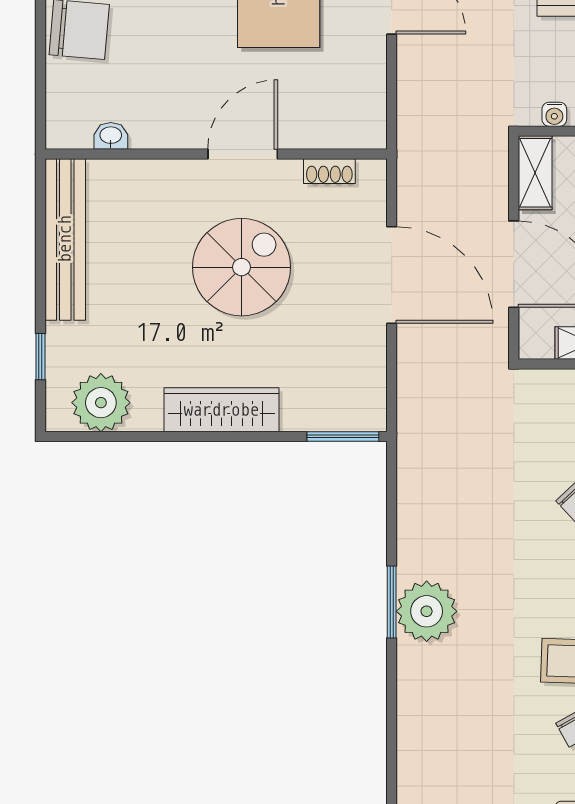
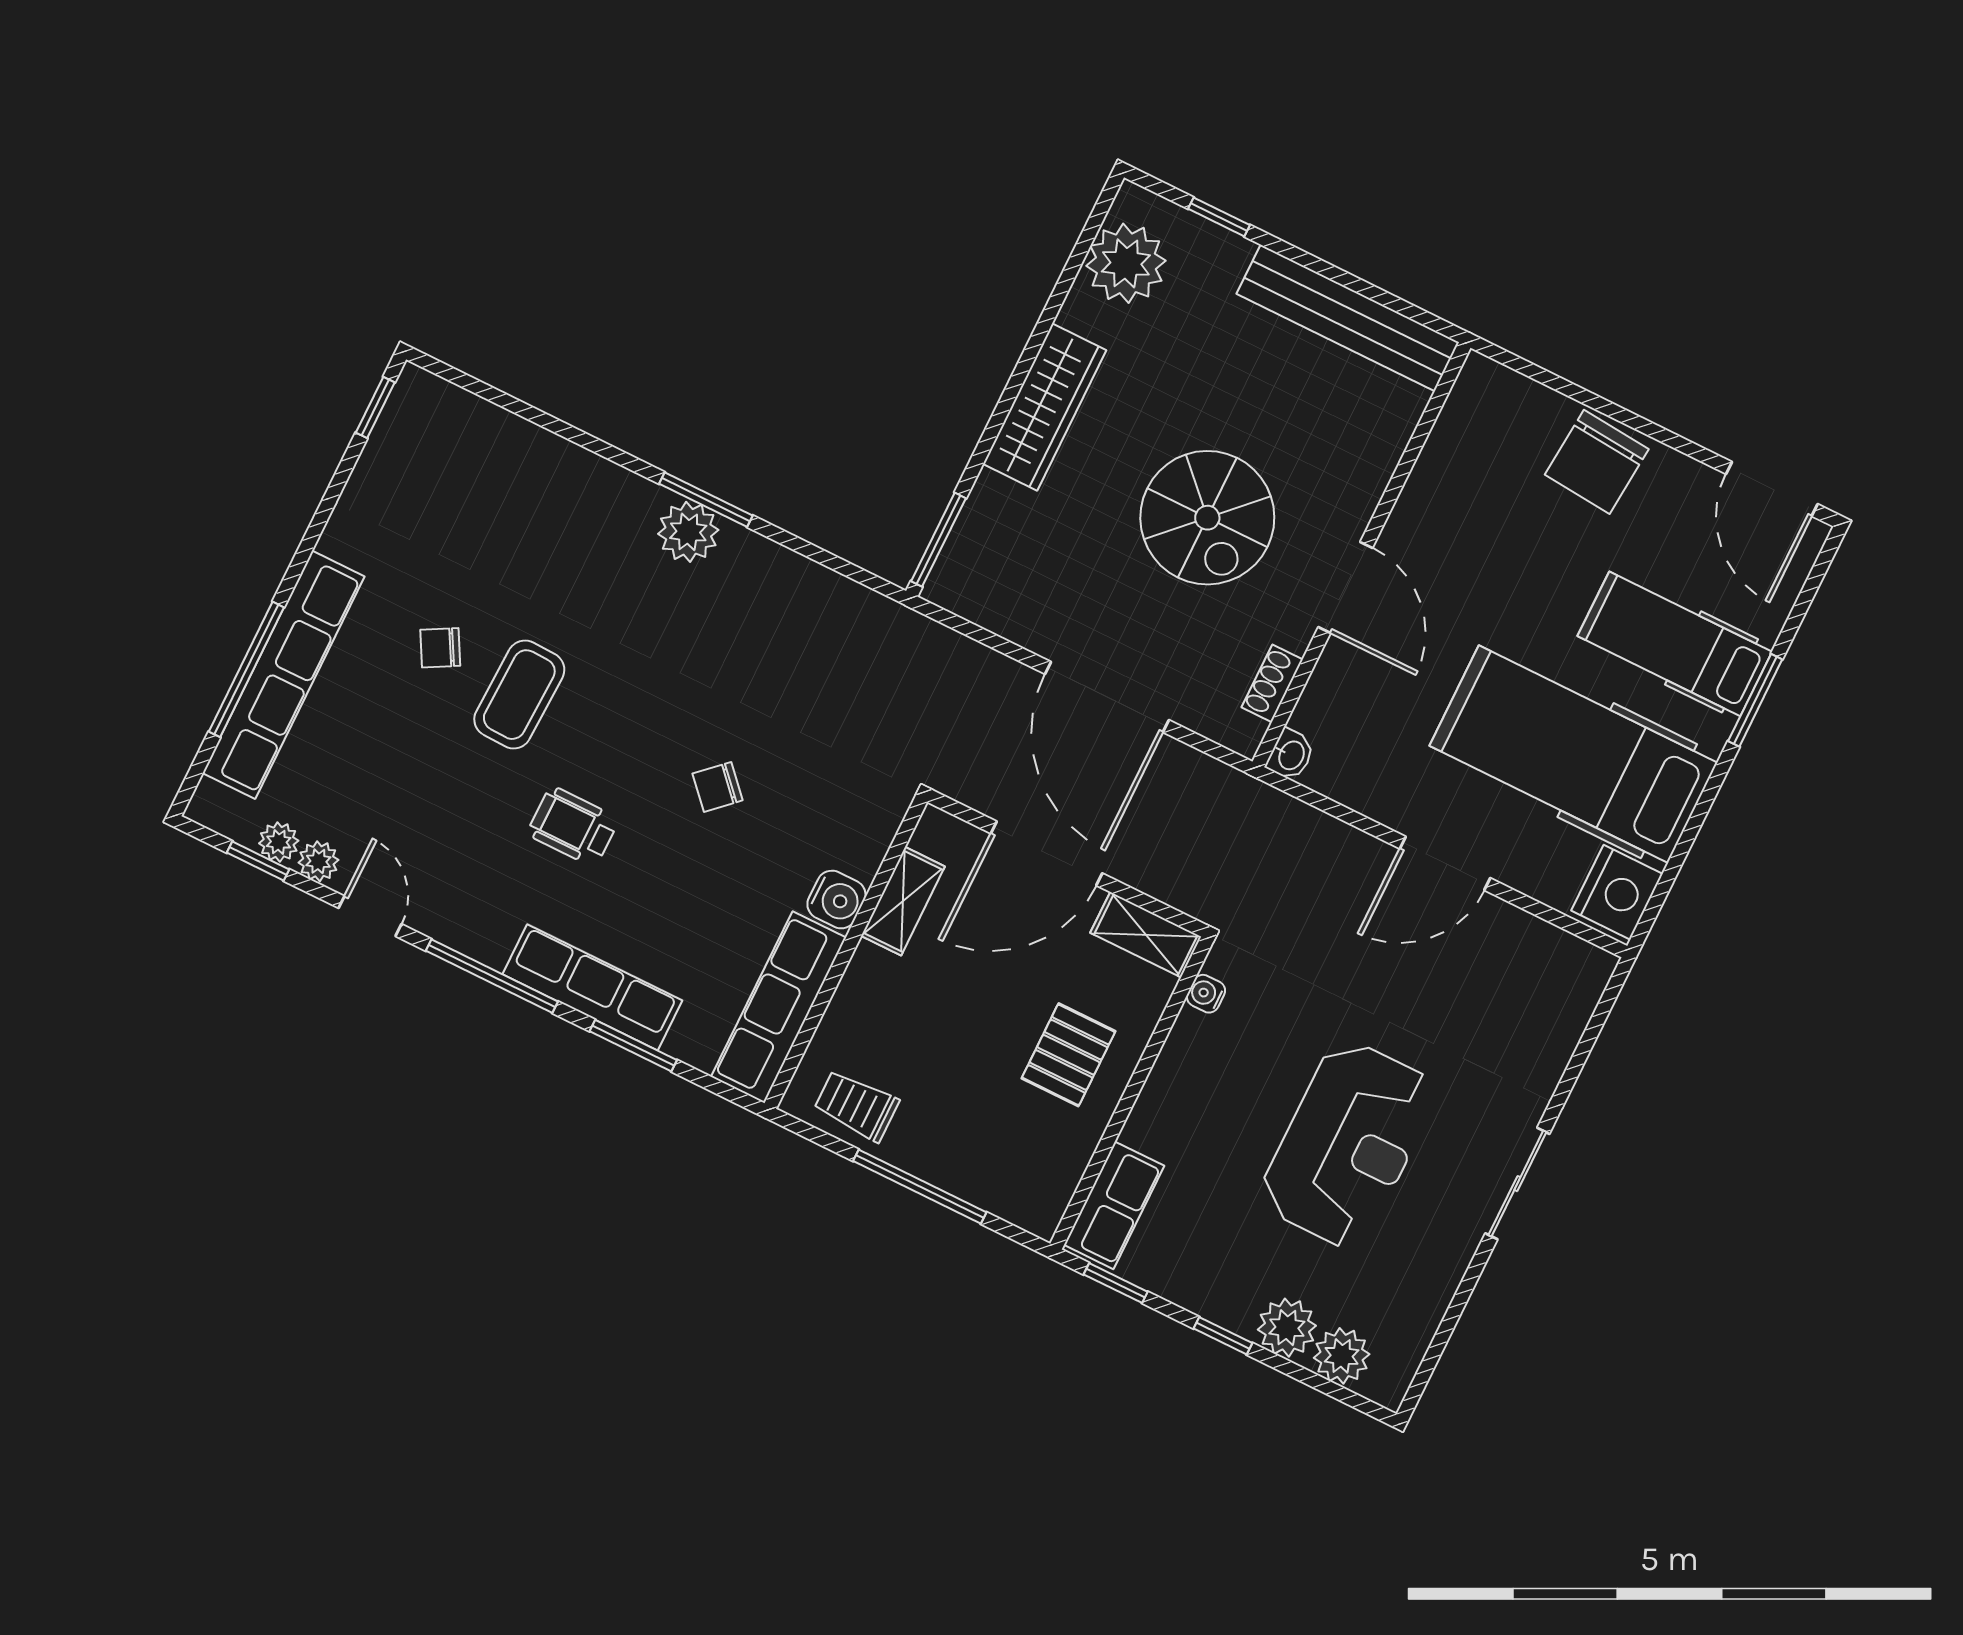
washbasin: (111, 136) -> (1291, 755), moved
door: (392, 275) -> (1107, 697), hinge flipped
plant: (427, 611) -> (688, 532), width x0.73, depth x0.73

